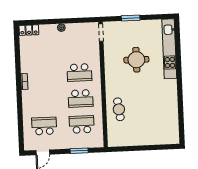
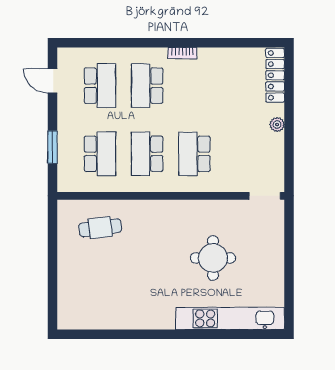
window: (131, 18) -> (289, 251), removed
locker: (29, 30) -> (275, 75), width x1.53
school desk: (43, 100) -> (147, 86), added
cafe table: (119, 109) -> (100, 228), moved

